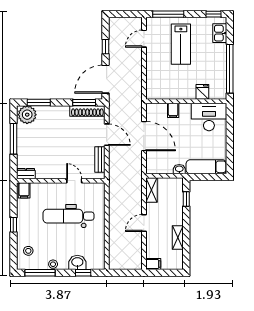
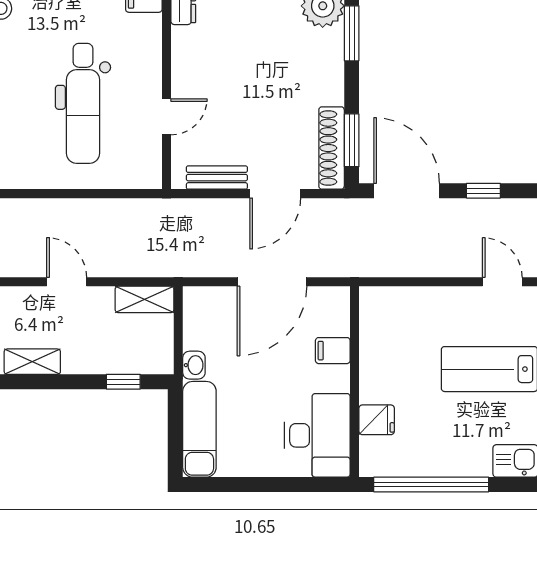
dental chair: (68, 216) -> (83, 103), turned 180

